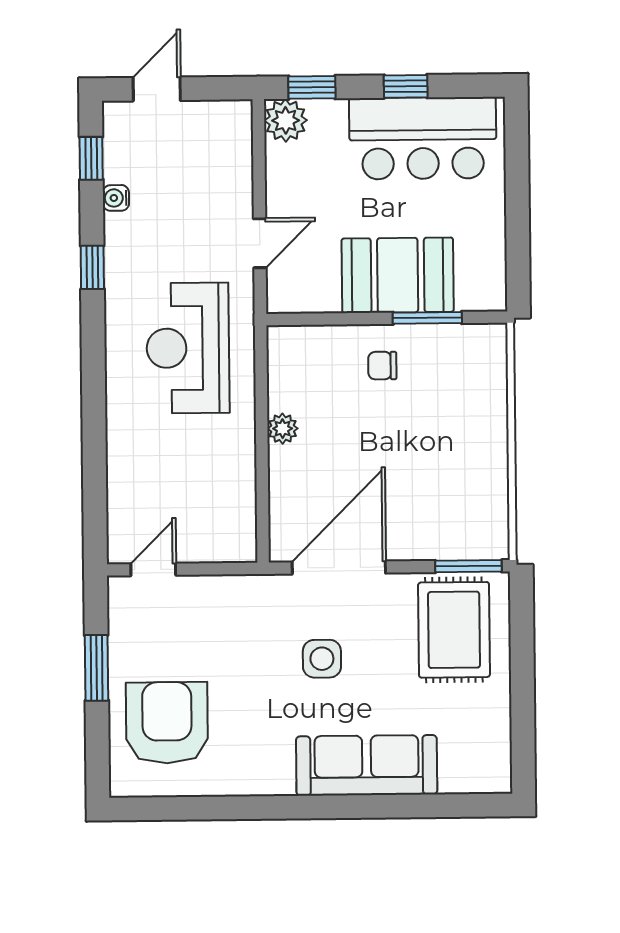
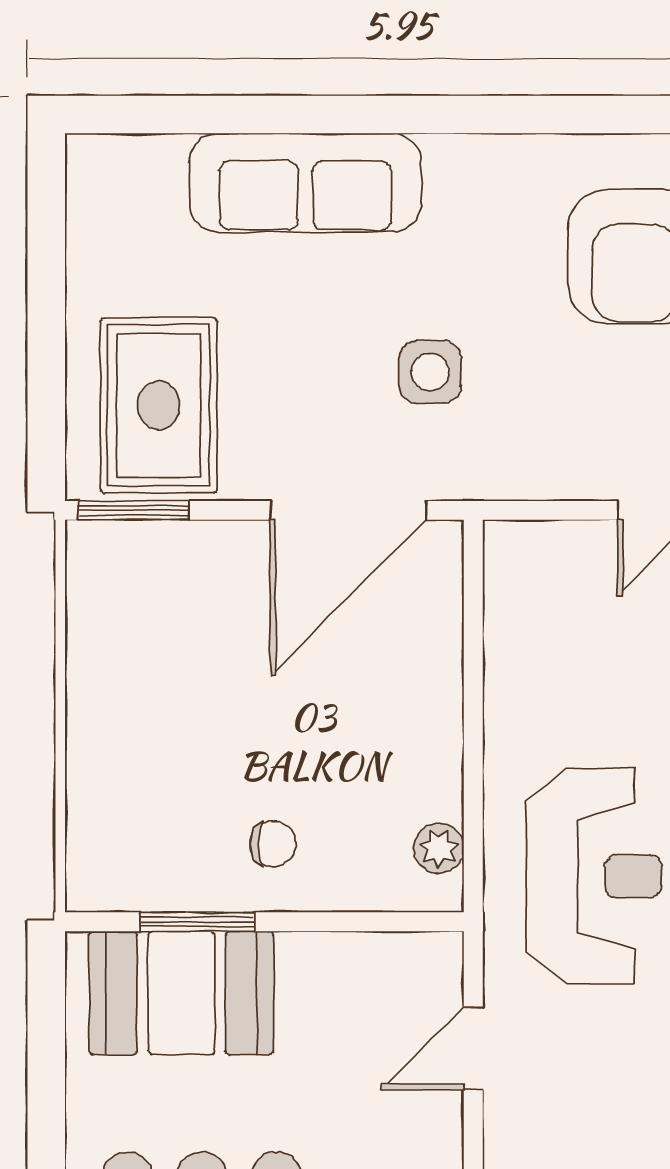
booth: (398, 275) -> (181, 993), moved
plant: (283, 429) -> (439, 848), moved
side table: (322, 659) -> (430, 372), moved

